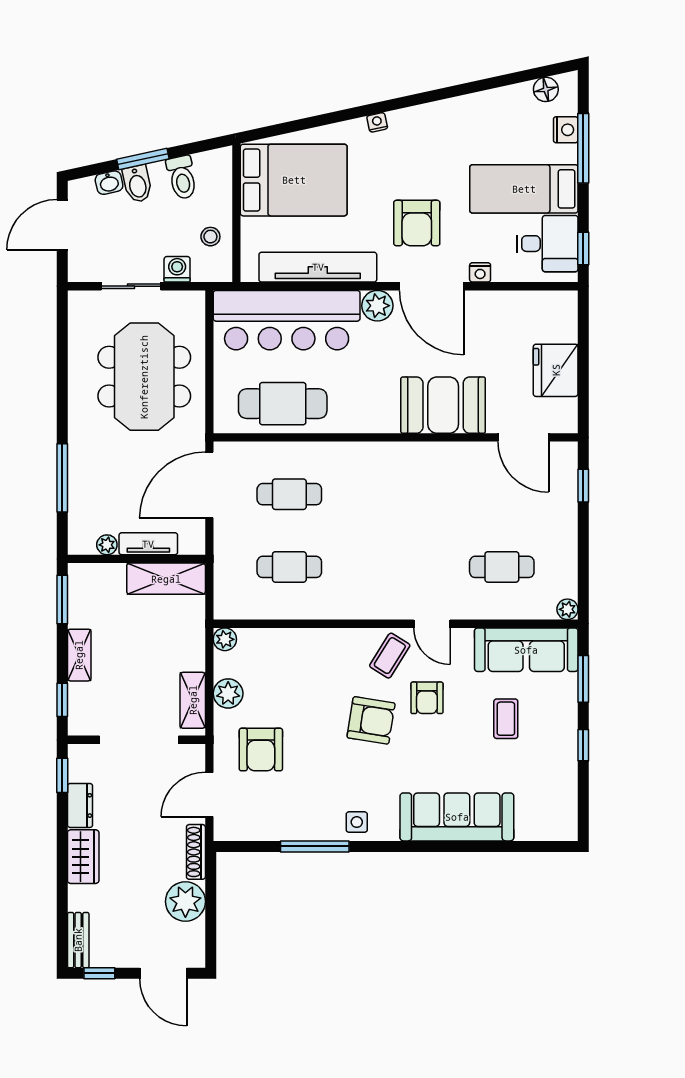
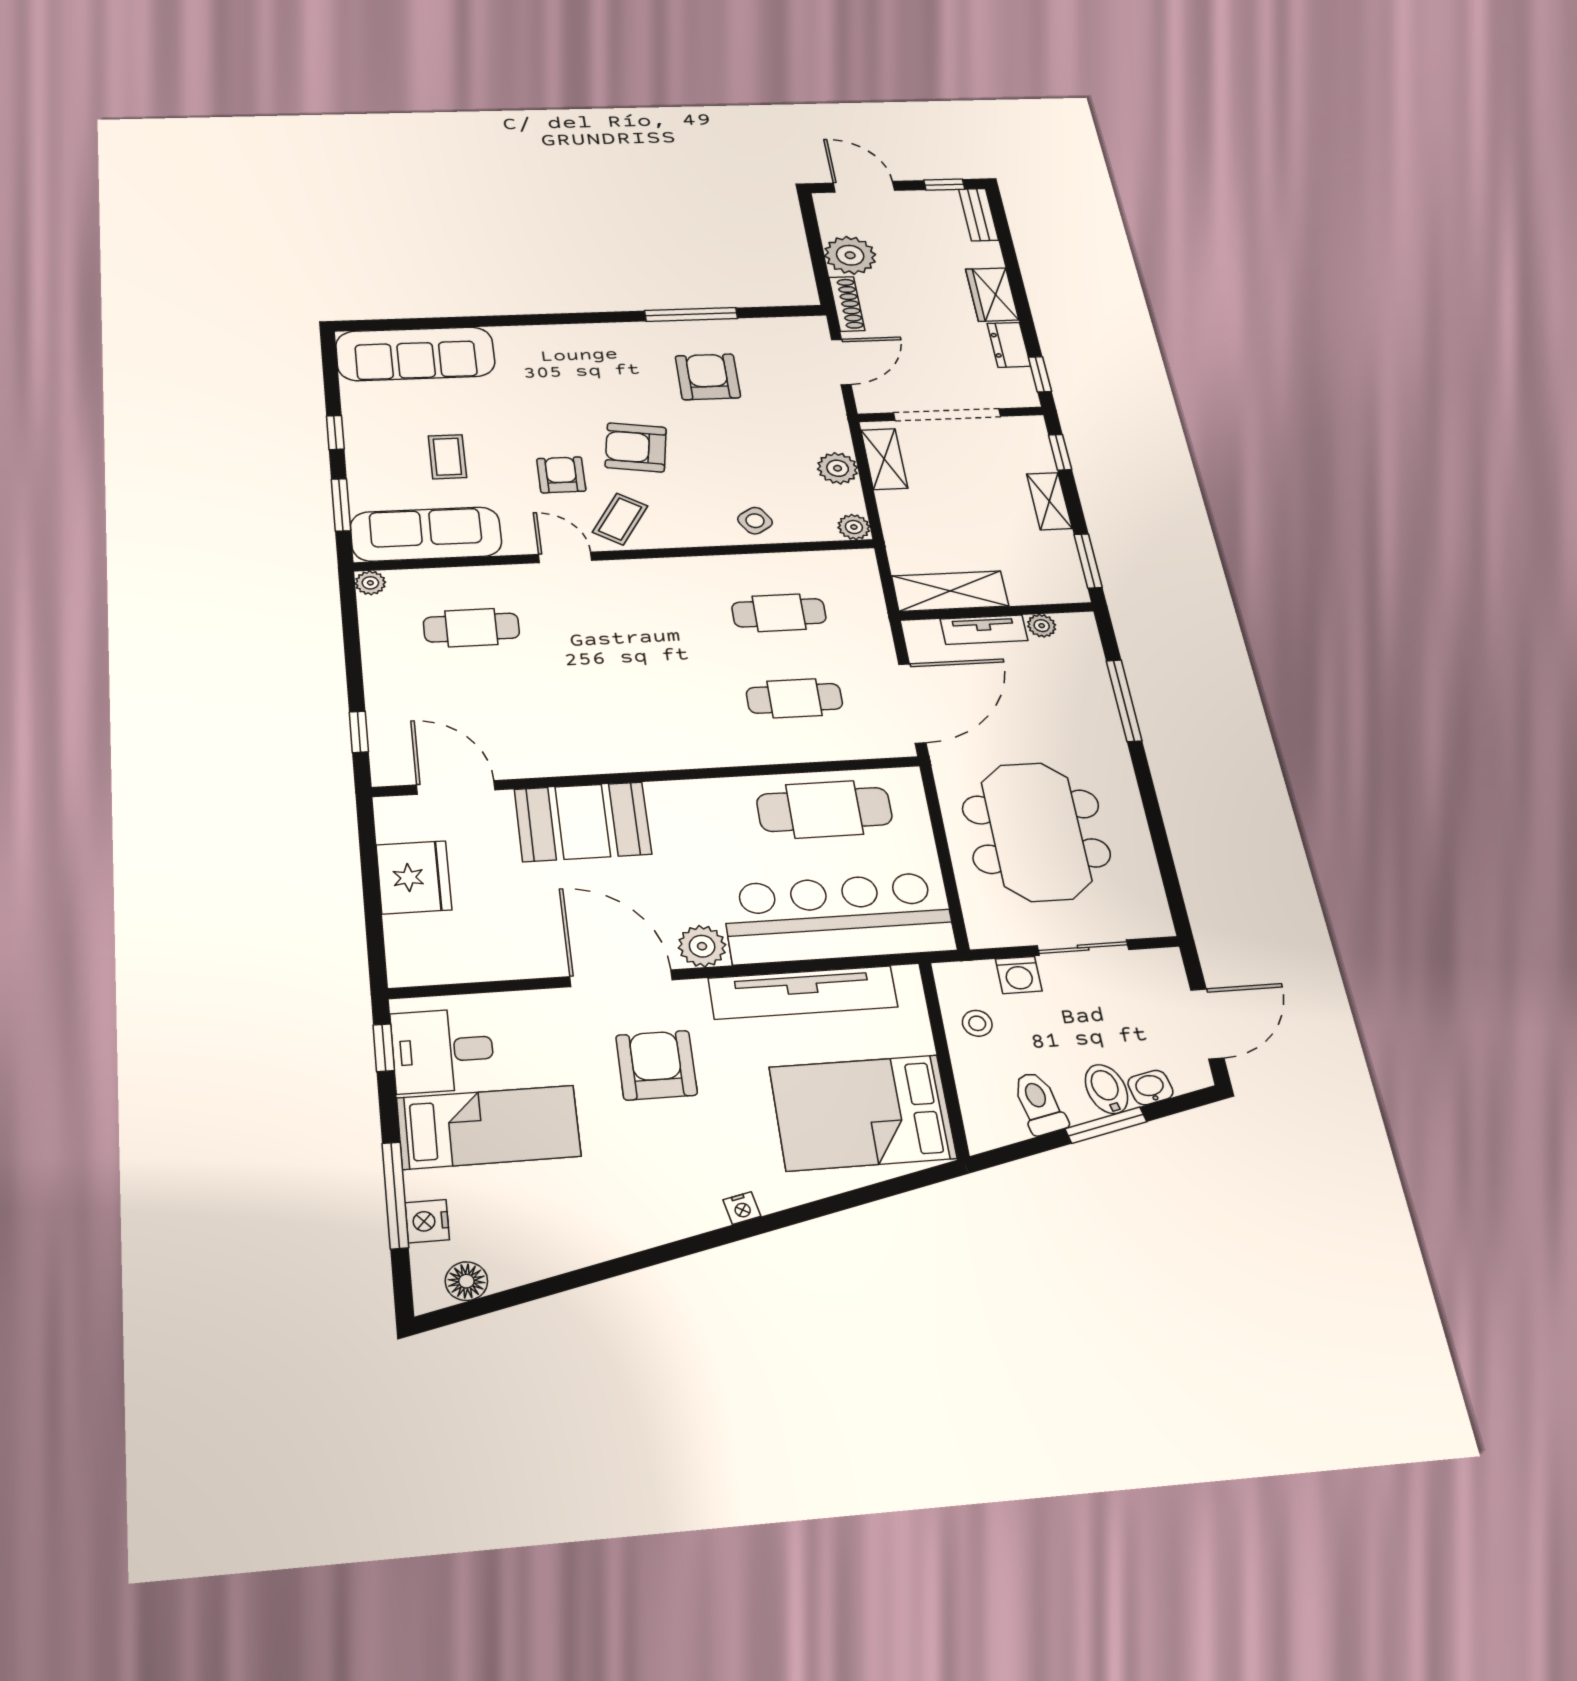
nightstand: (480, 272) -> (547, 1003), removed
armchair: (261, 750) -> (708, 377), moved
sofa: (457, 817) -> (415, 354), moved
side table: (357, 822) -> (755, 521), moved, turned -32

